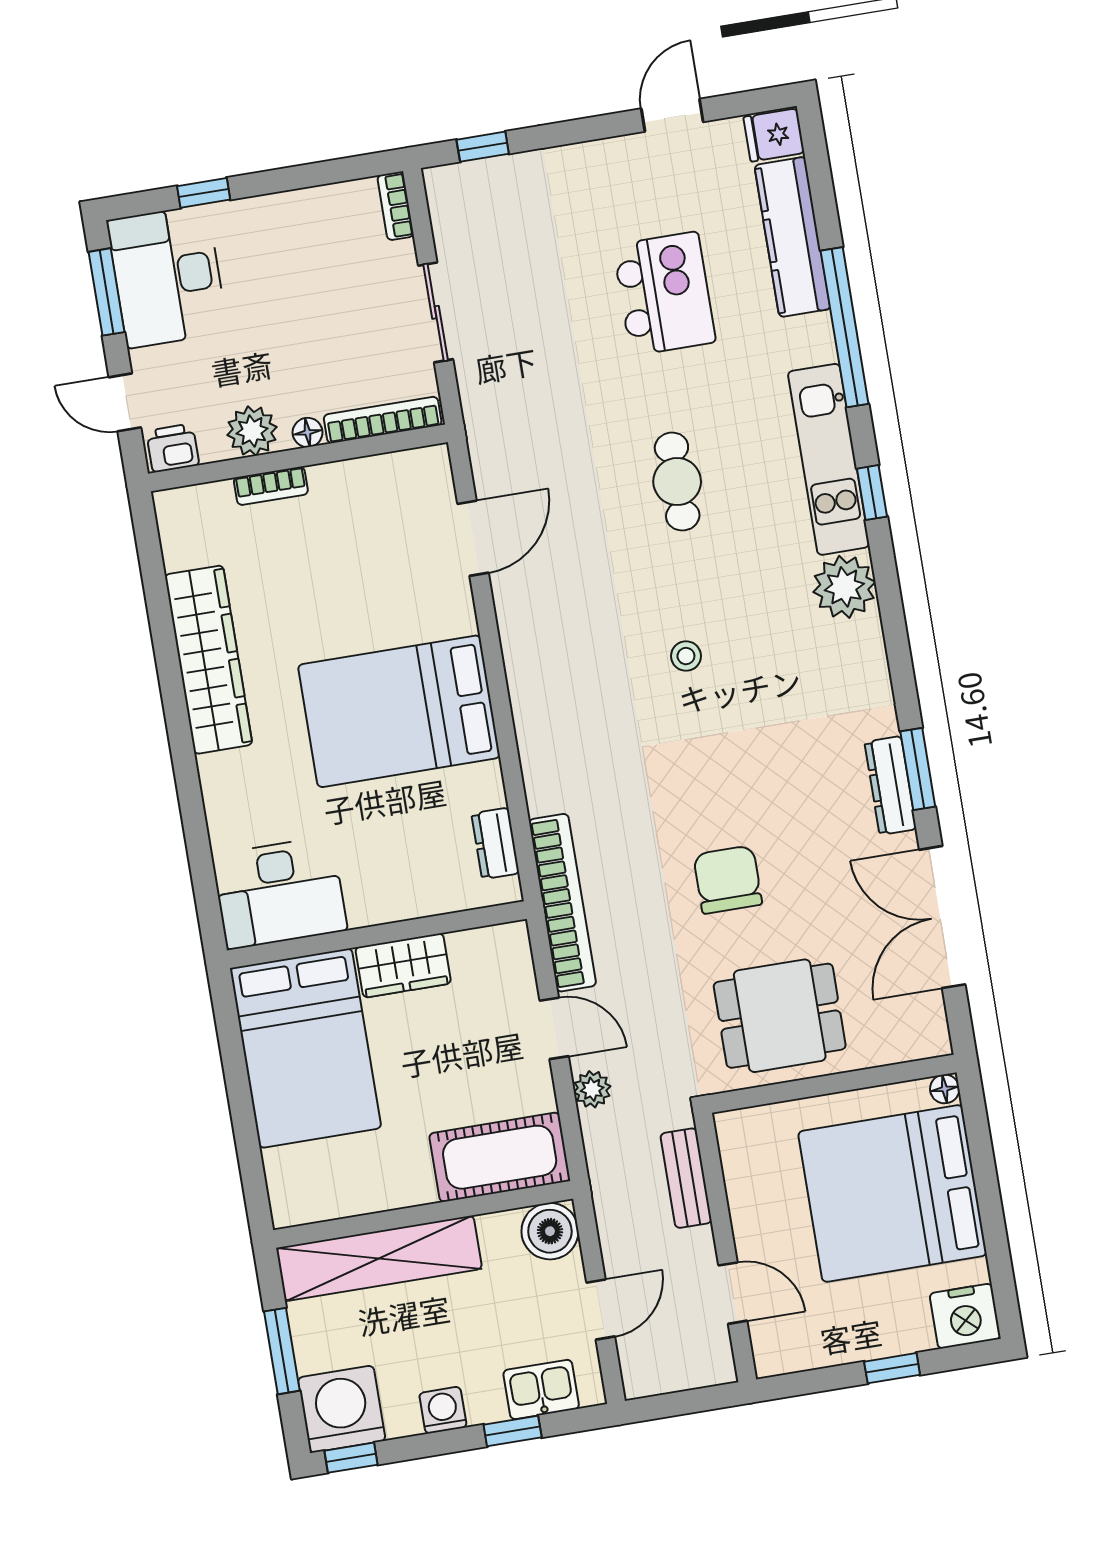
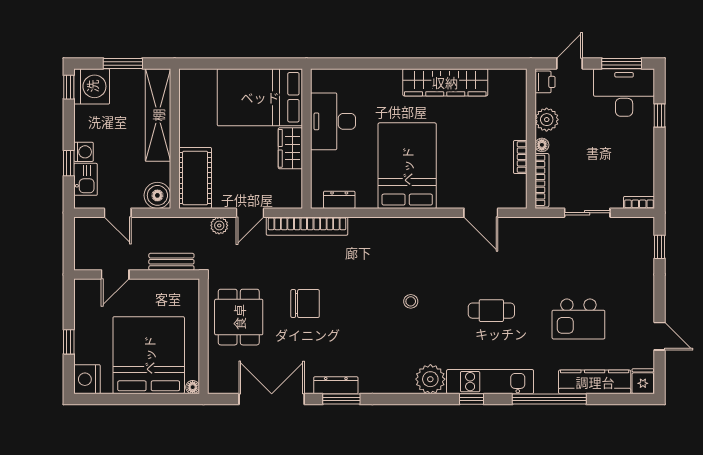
bookcase: (271, 486) -> (520, 157), moved
desk: (280, 893) -> (333, 121), moved
washing machine: (443, 1410) -> (84, 152), moved

